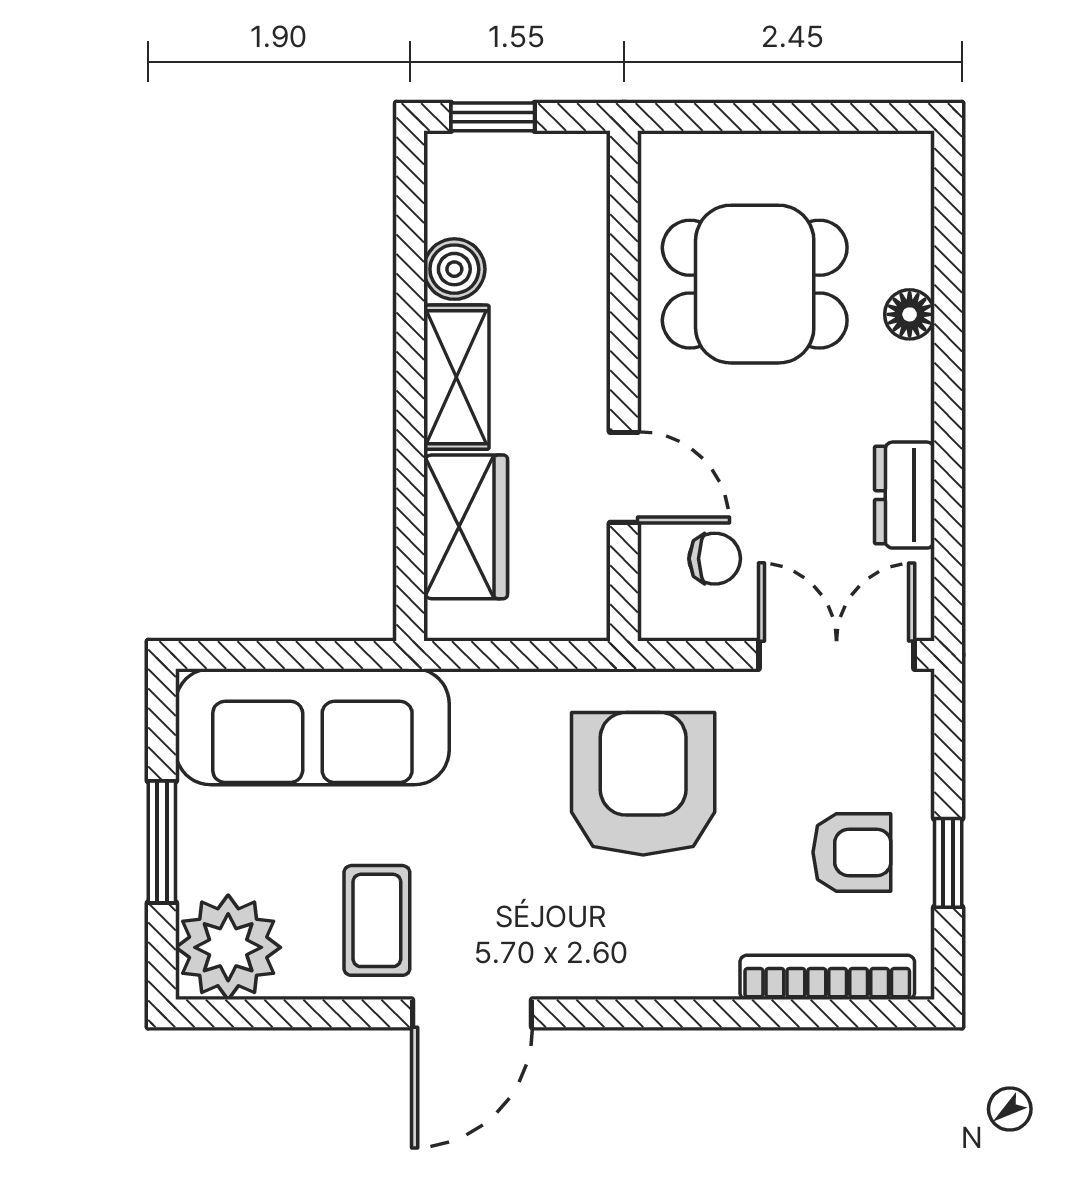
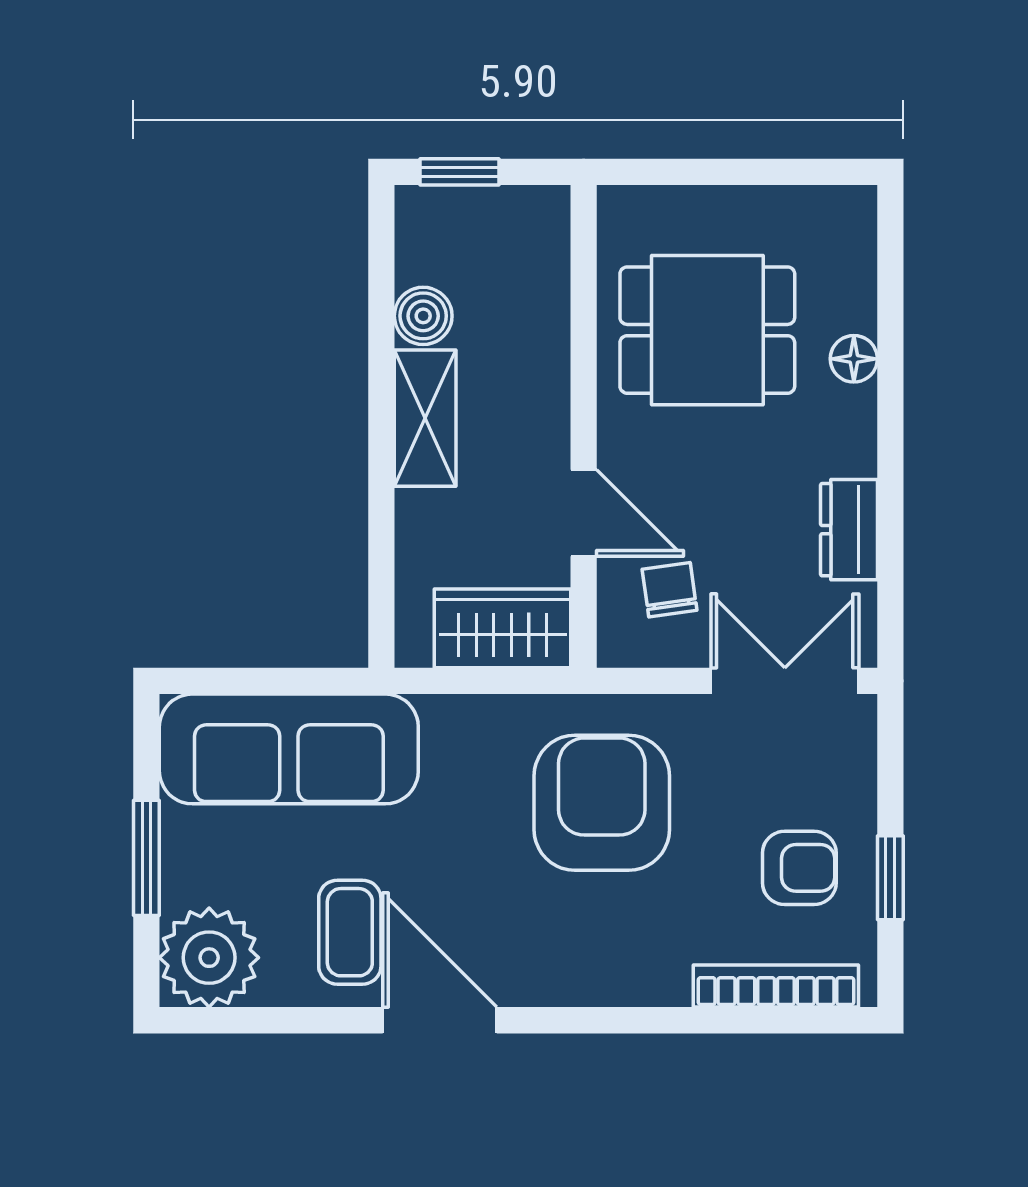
wardrobe: (466, 527) -> (503, 628), moved, turned -90
chair: (715, 559) -> (670, 590), turned -98
door: (472, 1013) -> (440, 1020), swing flipped

